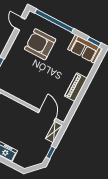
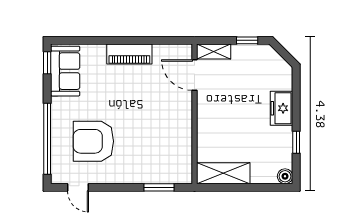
door: (20, 24) -> (78, 187), hinge flipped
armchair: (40, 44) -> (93, 141), turned 90
door: (47, 115) -> (195, 75), hinge flipped

